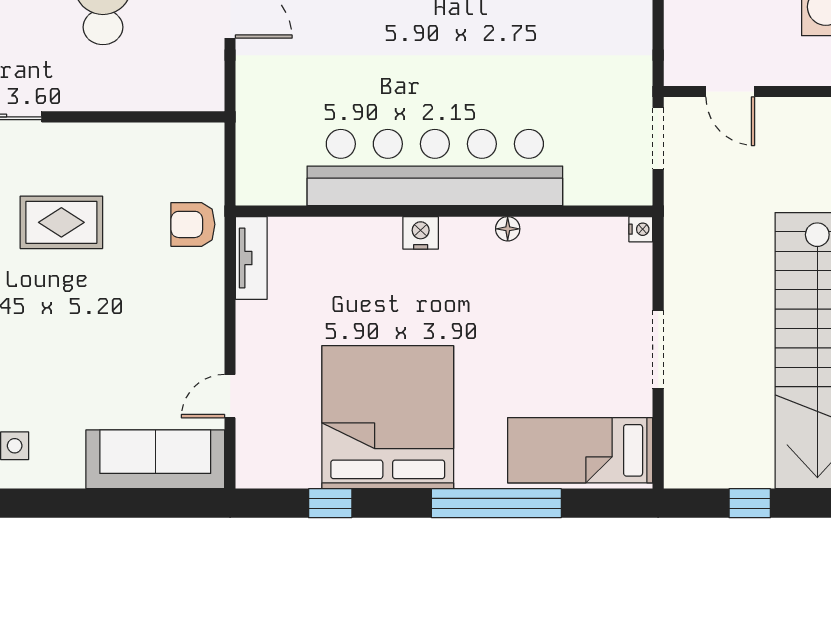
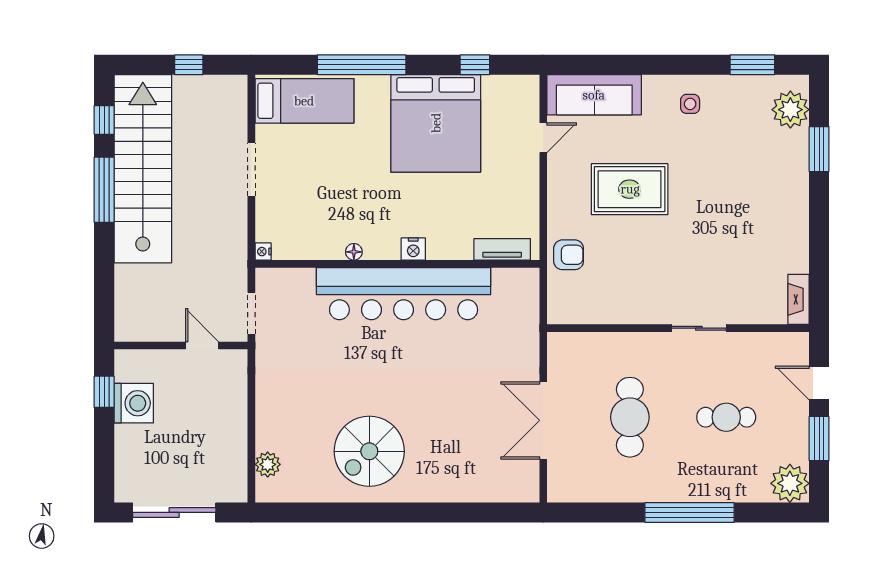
rug: (61, 222) -> (630, 189), moved, width x1.36, depth x1.43
tv unit: (251, 258) -> (502, 249), moved, turned 90

